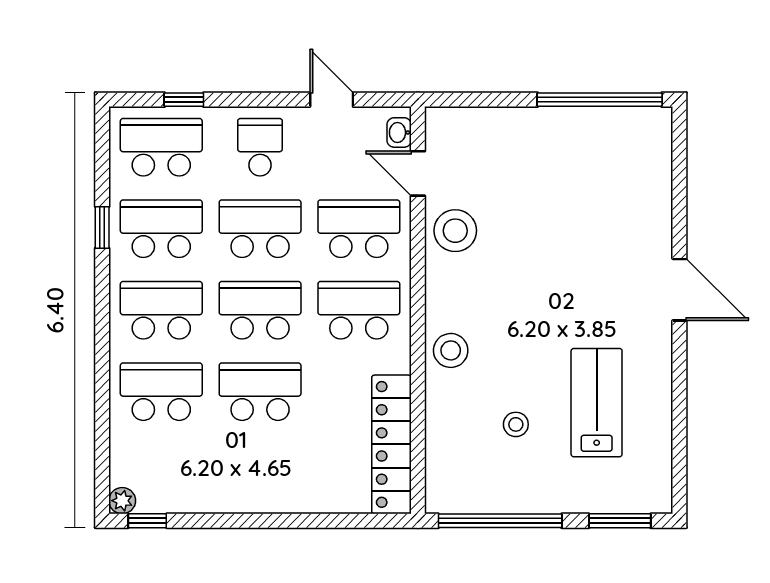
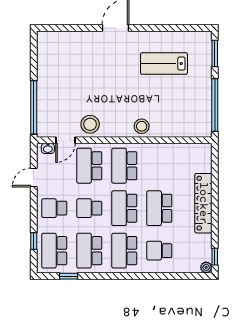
window: (600, 100) -> (34, 107), moved
window: (102, 227) -> (69, 276), moved
school desk: (260, 229) -> (89, 208), width x0.54
school desk: (161, 392) -> (159, 251), width x0.54
stool: (516, 424) -> (173, 98), removed
locker: (391, 444) -> (203, 203), moved, turned 90

